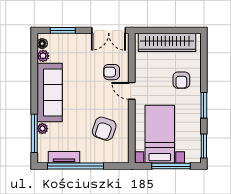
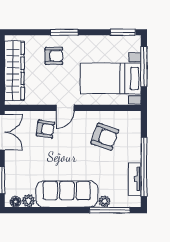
armchair: (112, 72) -> (45, 129), turned -82
window: (204, 105) -> (64, 32), moved

